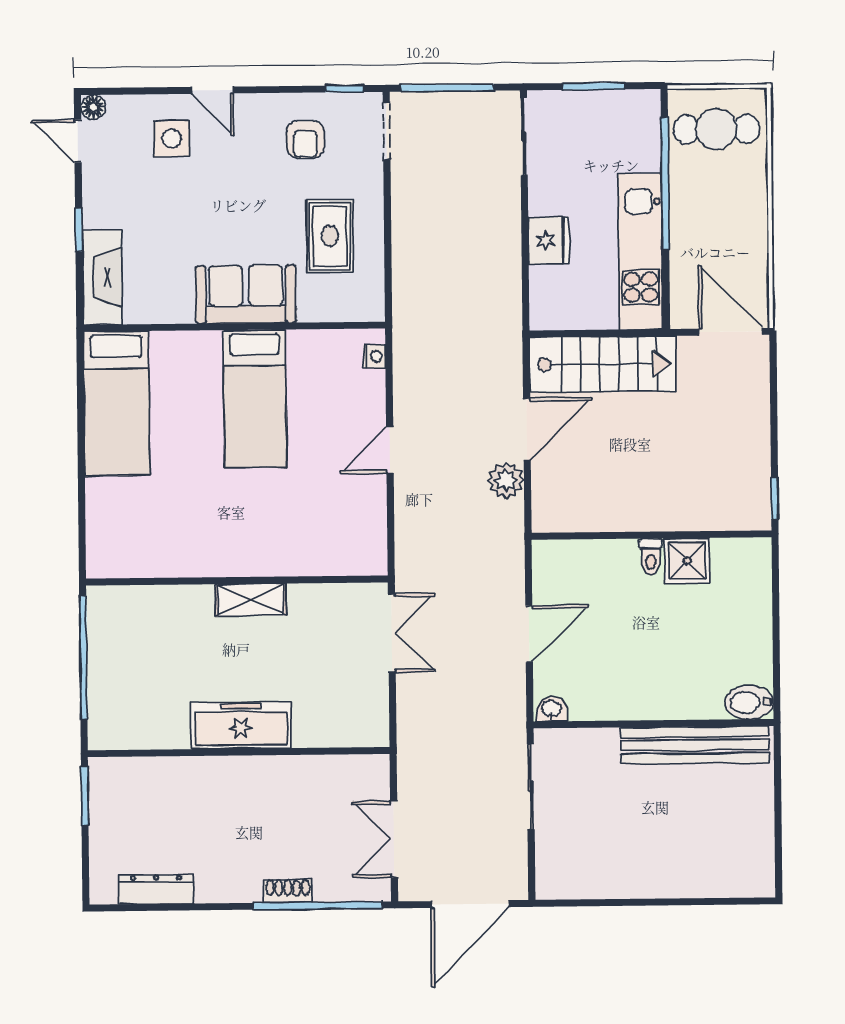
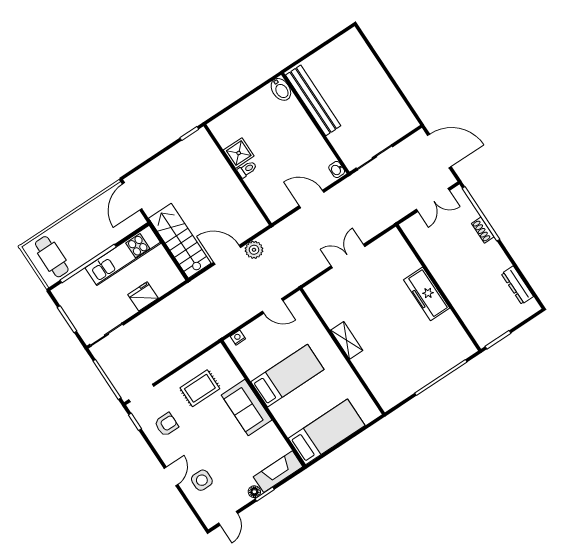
floor lamp: (93, 107) -> (254, 492), moved
wall: (237, 581) -> (342, 351), moved
shelving: (251, 600) -> (347, 340), moved

